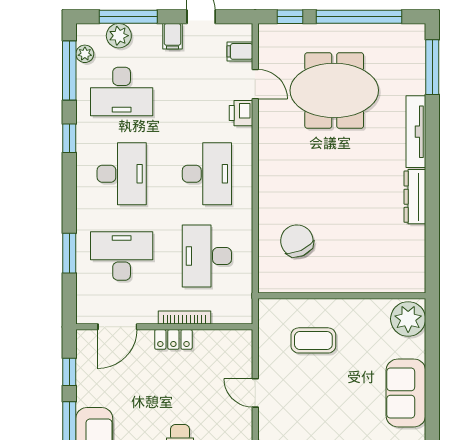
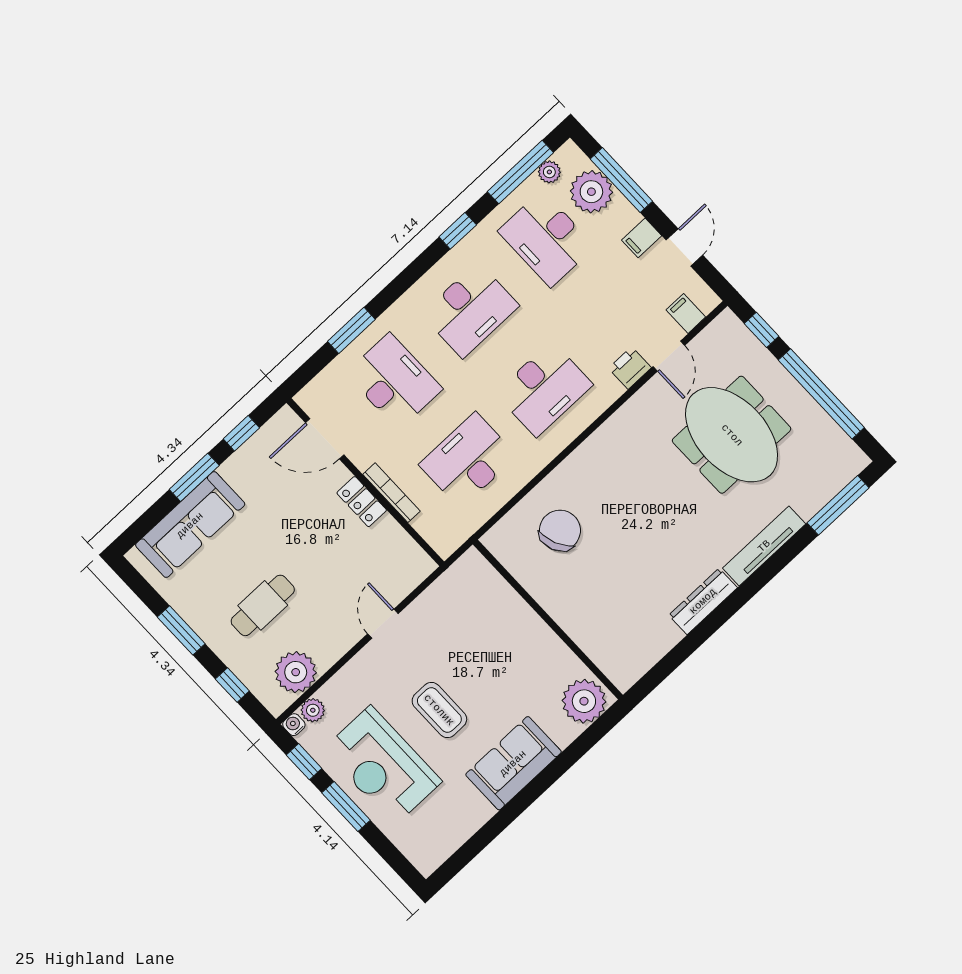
plant: (119, 36) -> (591, 192), width x1.36, depth x1.36
coffee table: (313, 340) -> (439, 710), moved

